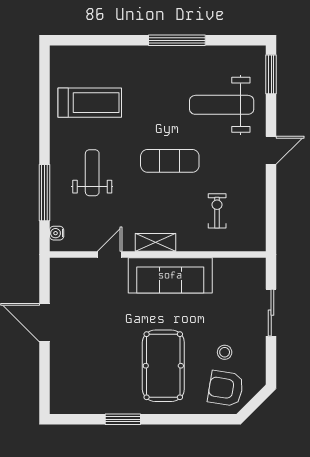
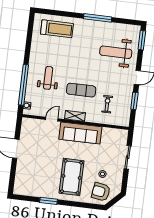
treadmill: (90, 103) -> (57, 29), moved
exercise mat: (170, 161) -> (81, 90), moved
window: (44, 193) -> (23, 85), width x1.46
window: (271, 198) -> (134, 101), added

